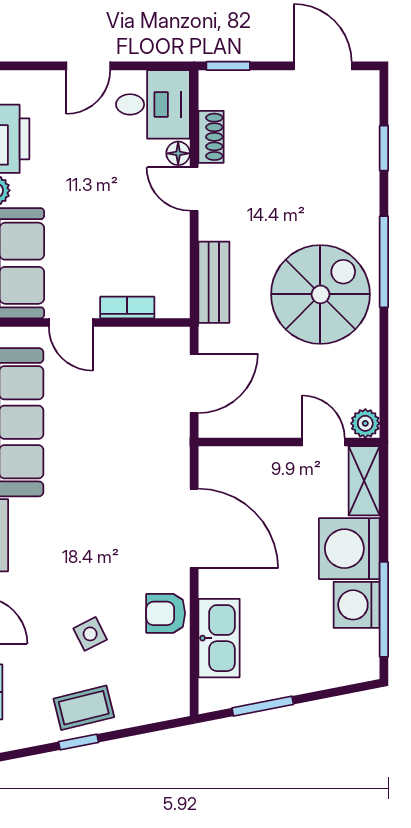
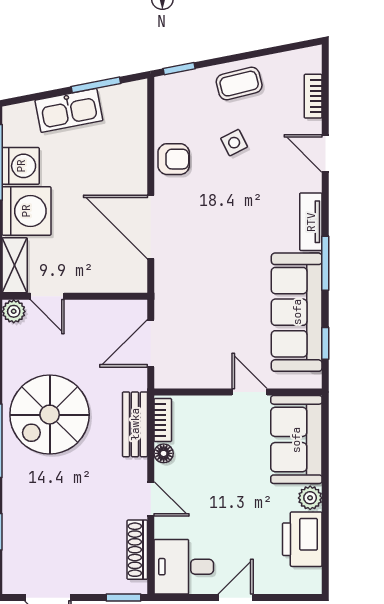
shoe rack: (211, 137) -> (137, 550), width x1.43
floor lamp: (178, 153) -> (164, 453), moved
bookcase: (127, 307) -> (163, 420), moved, turned -90
kitchen sink: (219, 638) -> (69, 110), moved, turned -101
window: (79, 742) -> (179, 69), moved

